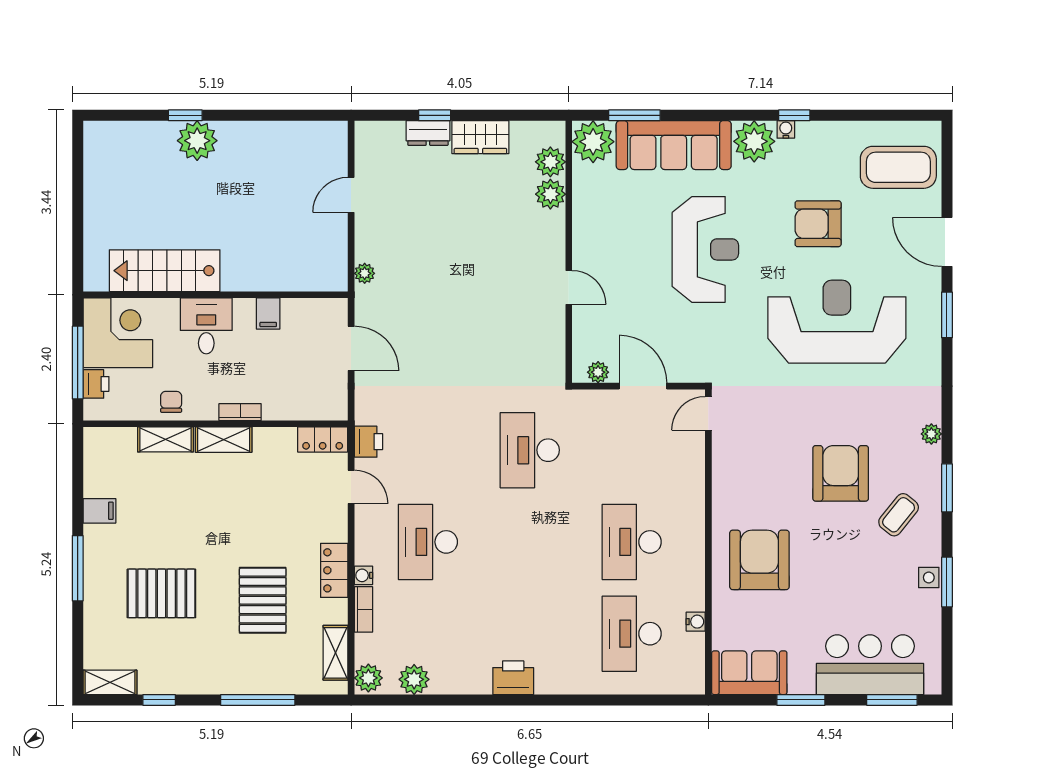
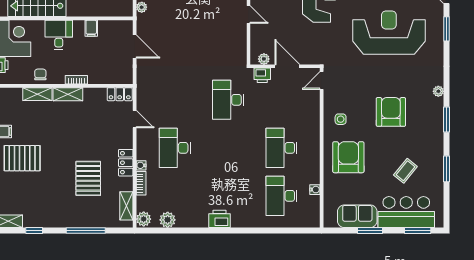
printer: (368, 442) -> (262, 75), moved, turned 90
coffee table: (899, 515) -> (405, 171), moved
side table: (929, 577) -> (341, 119), moved
pallet: (161, 593) -> (22, 158), moved
sofa: (749, 673) -> (357, 216), moved

